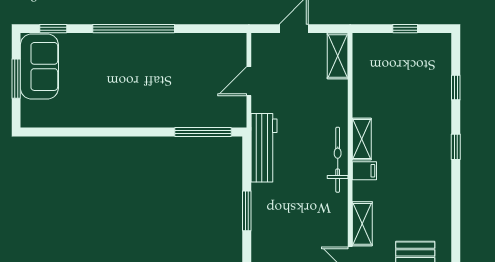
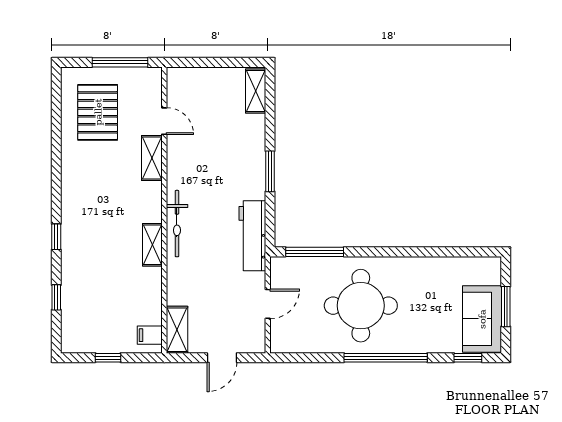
round table: (158, 79) -> (361, 306), added
filing cabinet: (364, 171) -> (150, 335), moved

